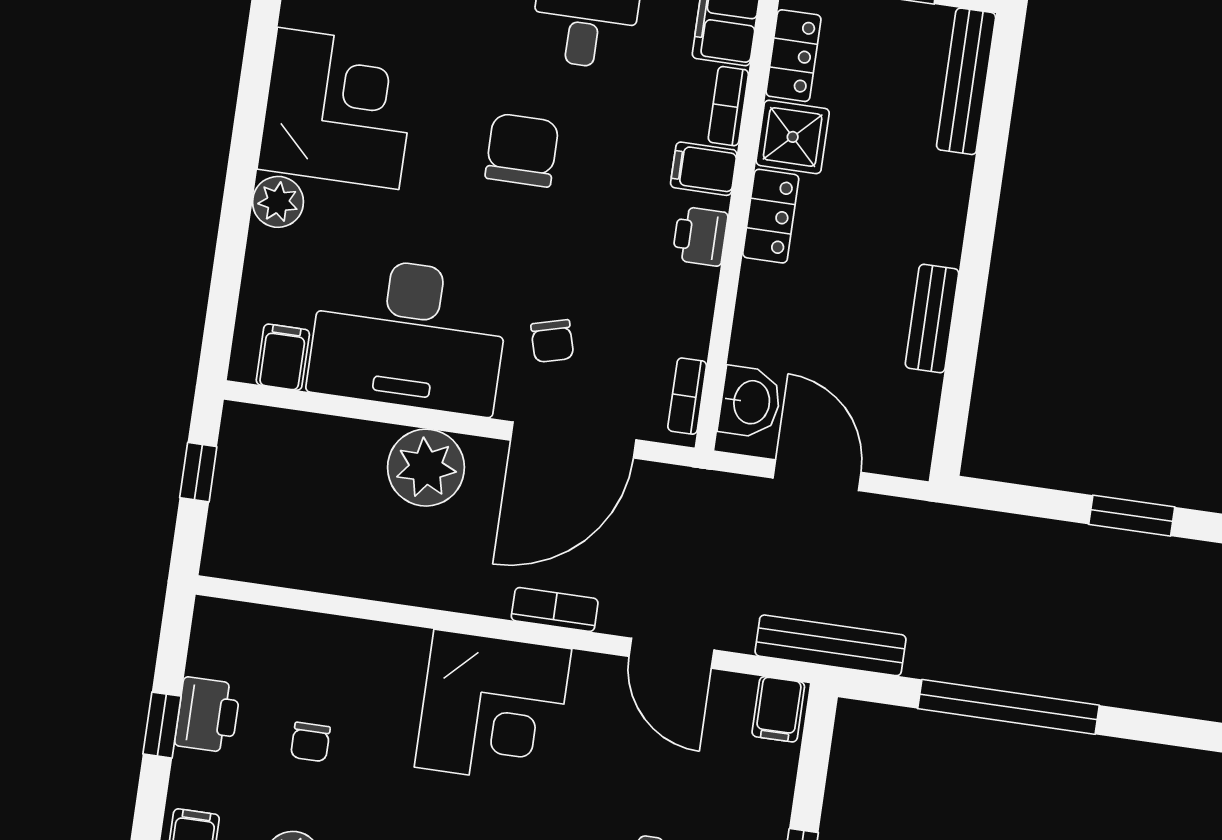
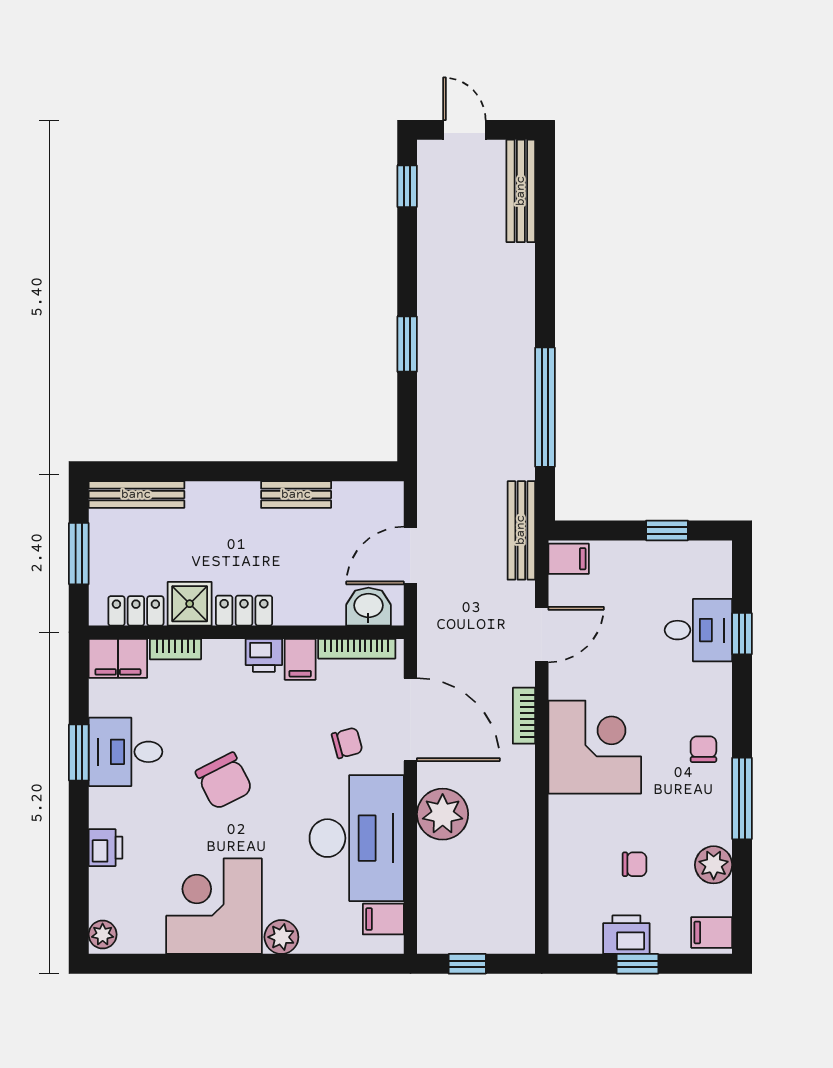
chair: (522, 150) -> (224, 781), turned -117
filing cabinet: (704, 169) -> (300, 659), moved
bookcase: (687, 396) -> (357, 649), width x1.56

